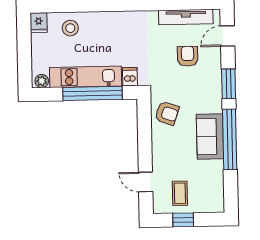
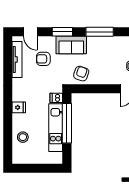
fridge: (39, 23) -> (19, 107), moved
plant: (42, 81) -> (58, 157), removed
sofa: (210, 137) -> (71, 45), moved
window: (230, 139) -> (100, 32), width x0.68

